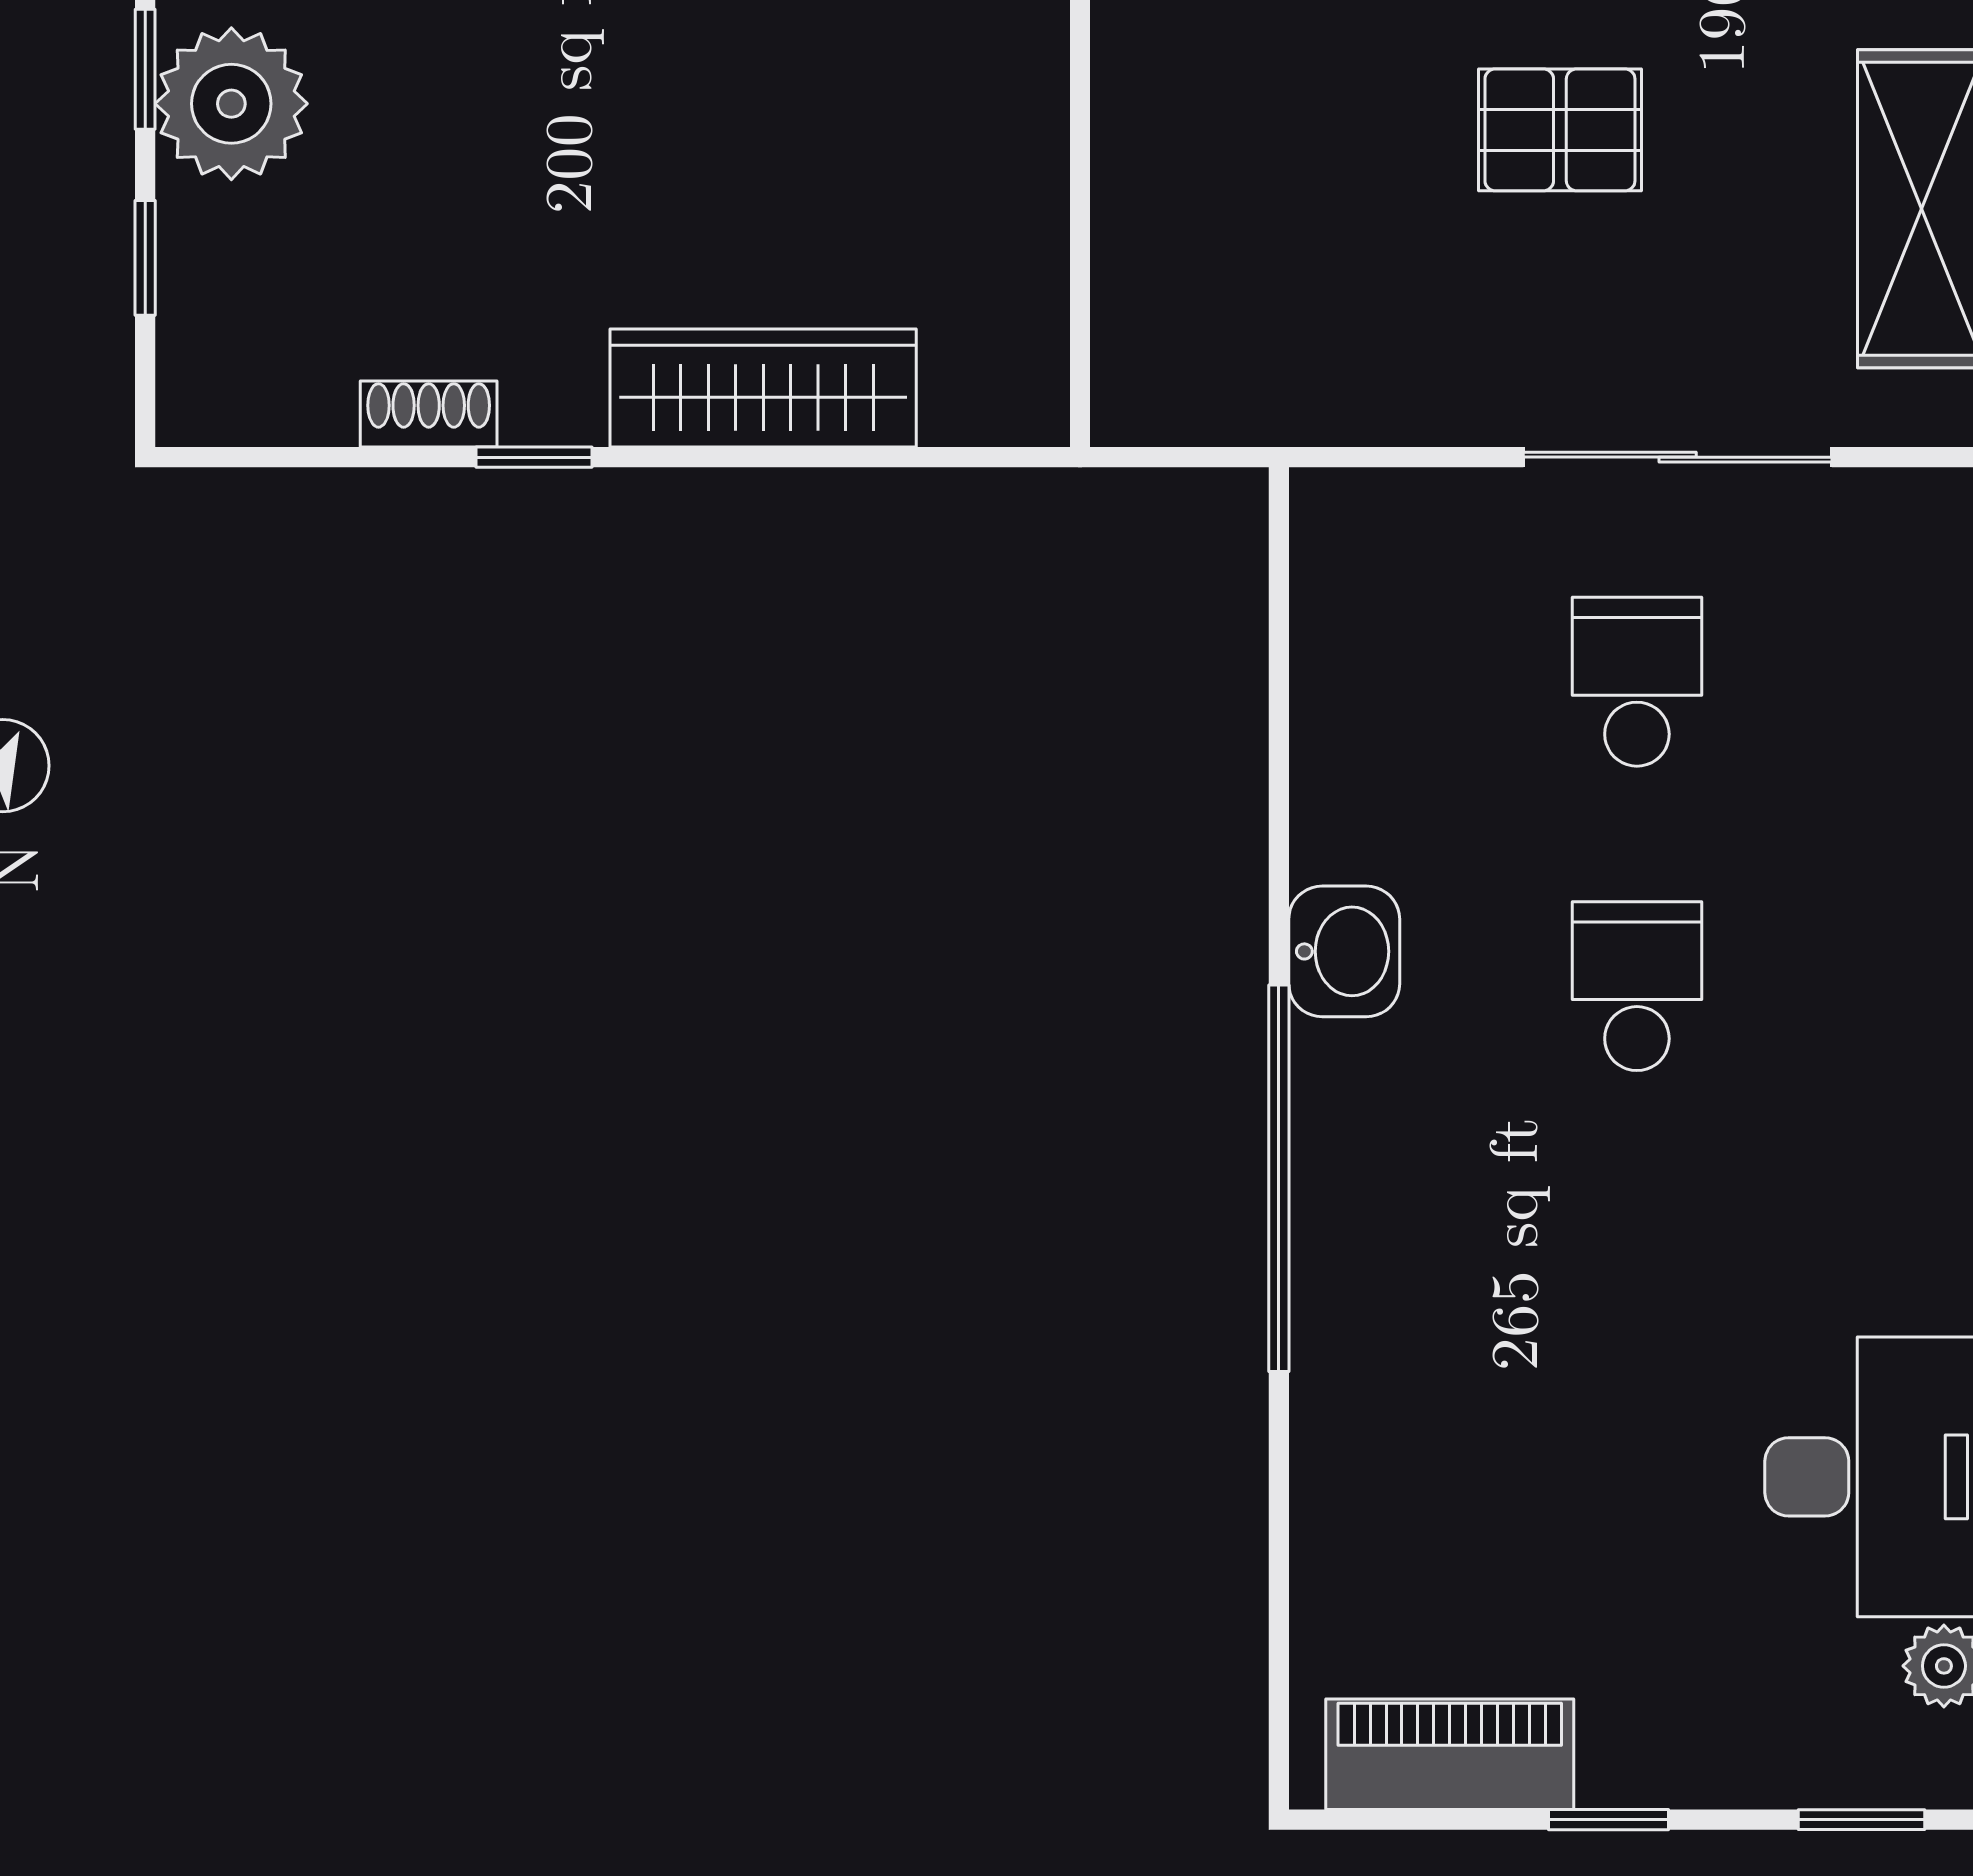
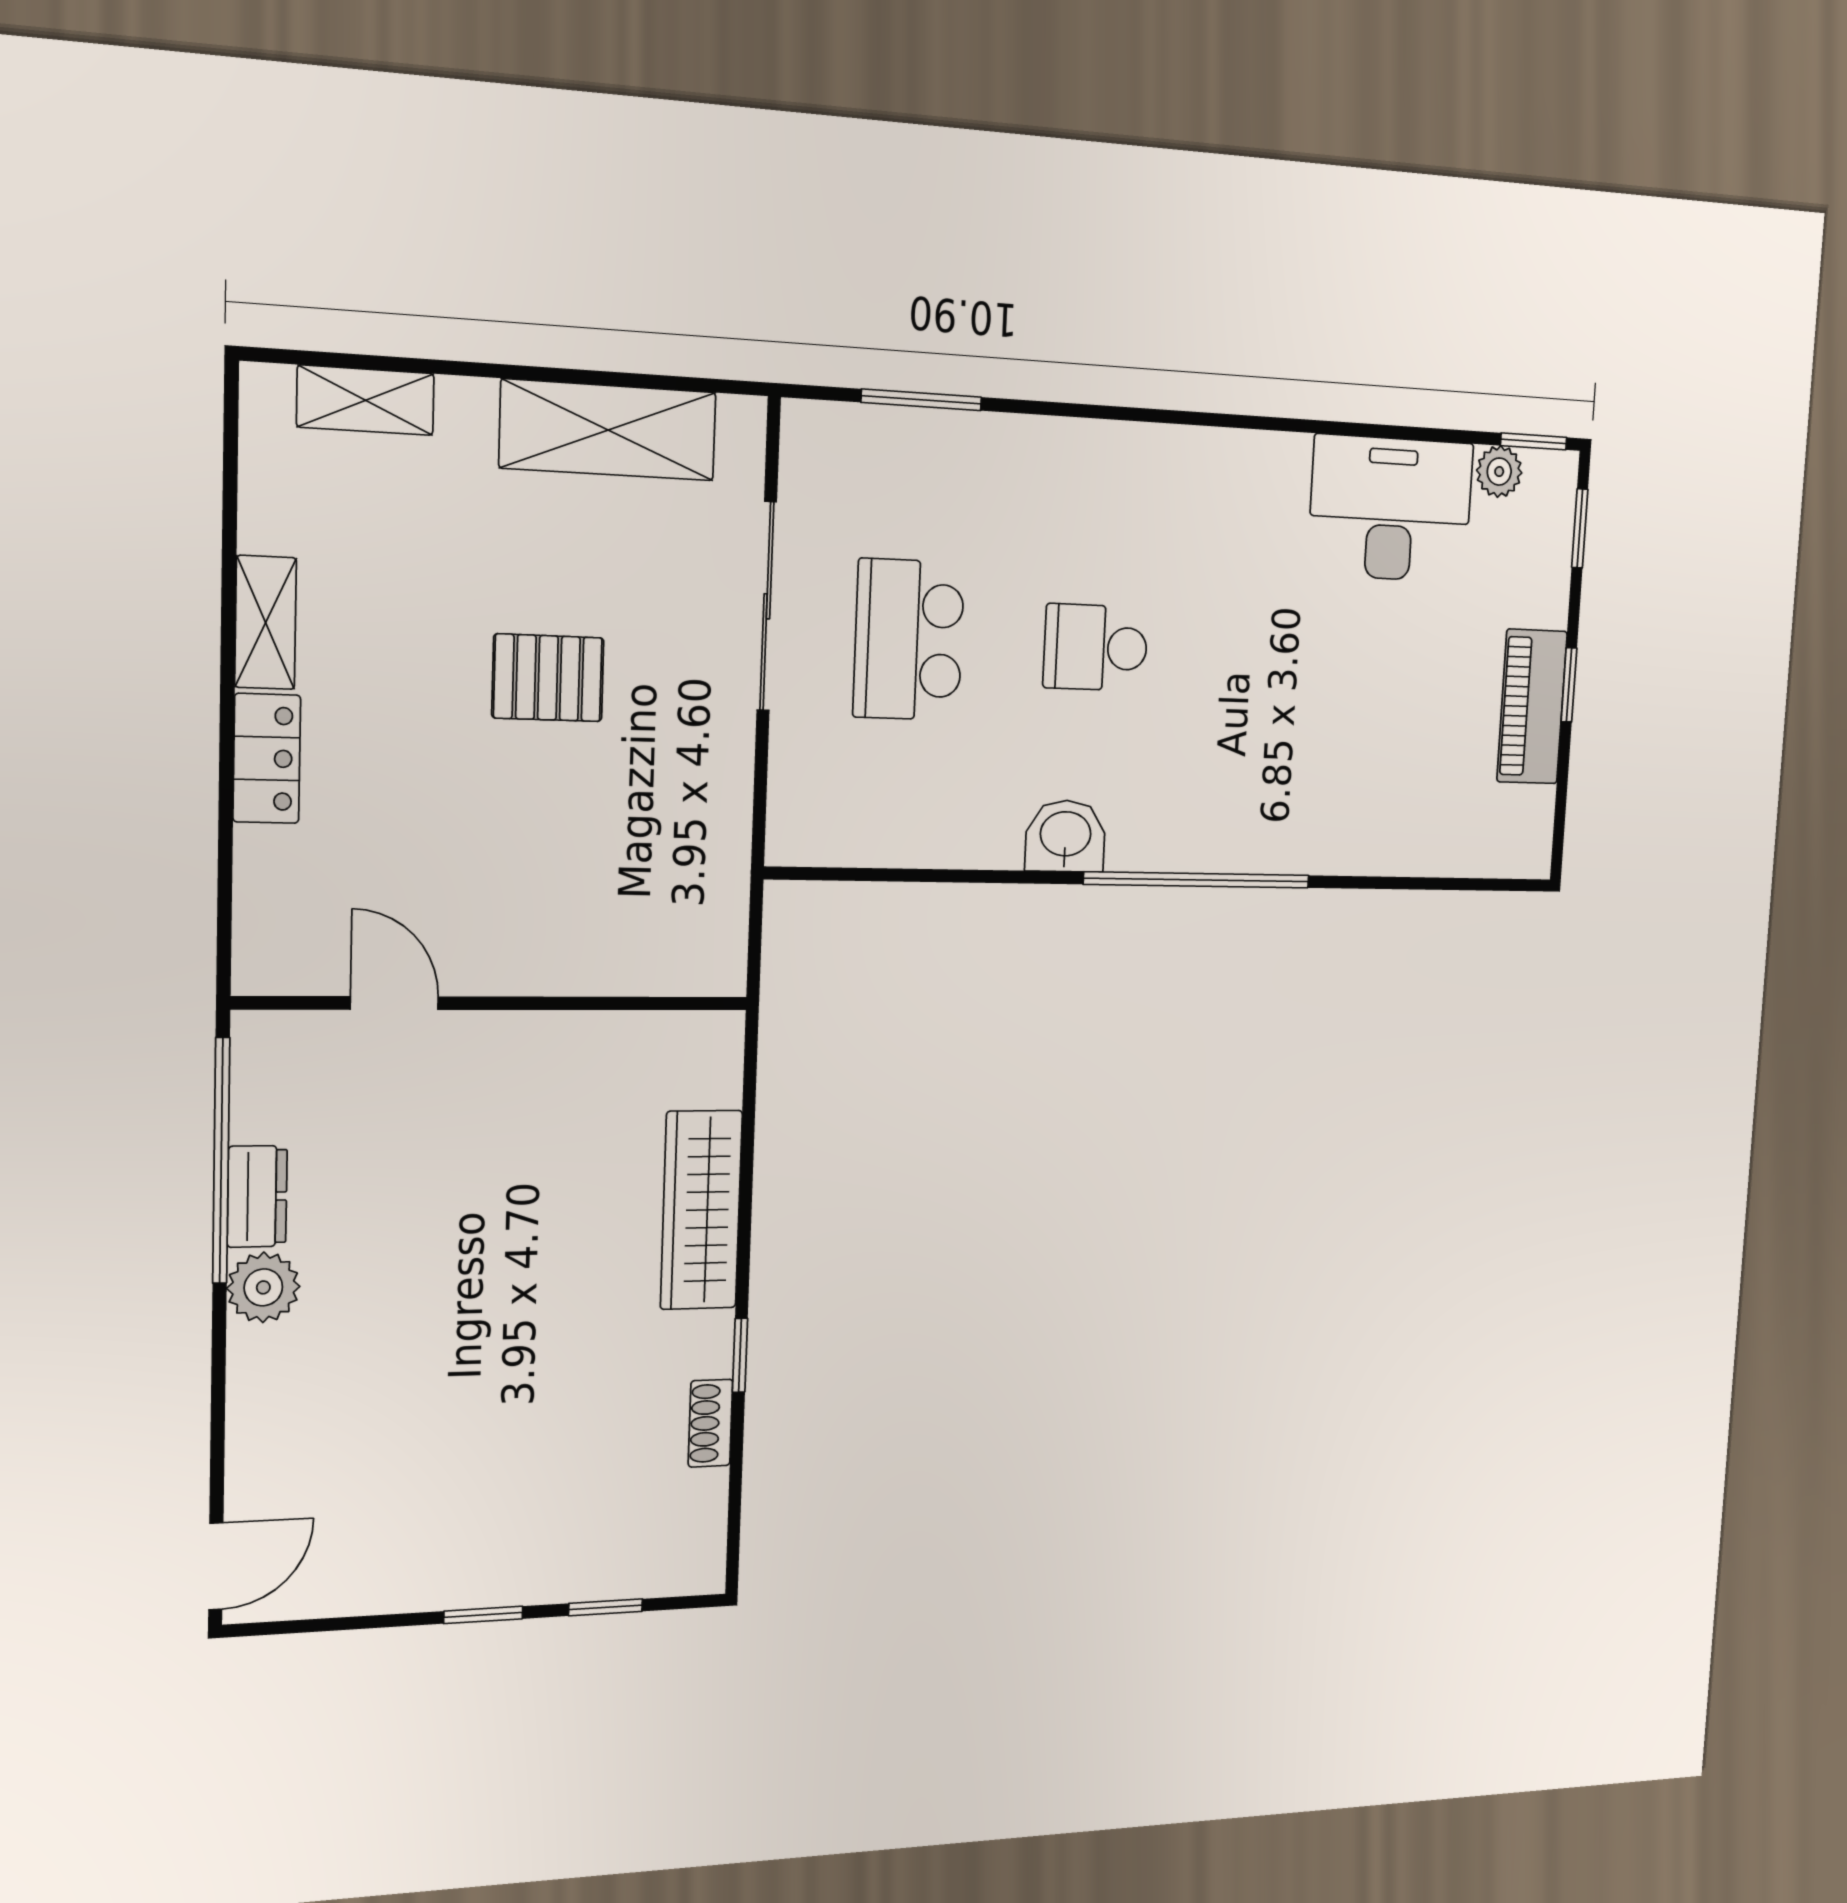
plant: (231, 104) -> (507, 1559), removed
pallet: (1560, 130) -> (548, 678), turned 90
school desk: (1637, 682) -> (909, 640), width x1.85
piano: (1450, 1754) -> (1532, 707), moved

